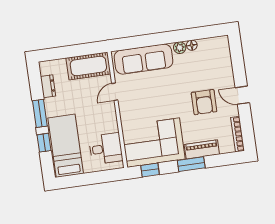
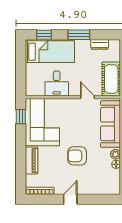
armchair: (204, 102) -> (77, 156), moved
window: (44, 143) -> (44, 35), moved
desk: (106, 149) -> (57, 84), moved
window: (191, 164) -> (21, 150), removed

